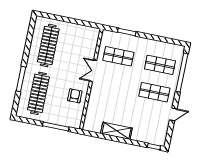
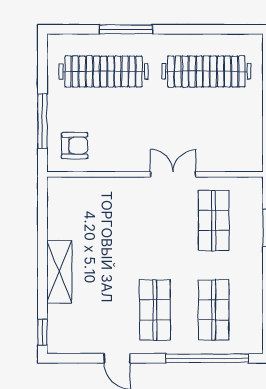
armchair: (75, 96) -> (75, 146), moved
shelving: (116, 131) -> (59, 272), moved

